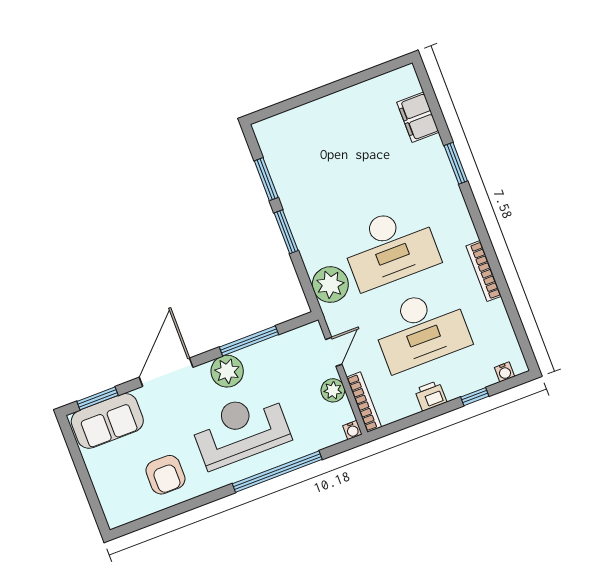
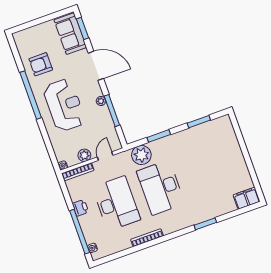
filing cabinet: (418, 117) -> (246, 198), moved
window: (286, 232) -> (159, 136), moved
desk: (421, 329) -> (116, 203), turned 180
door: (334, 352) -> (105, 156), swing flipped
plant: (227, 371) -> (101, 101), width x0.53, depth x0.53
window: (475, 397) -> (80, 232), width x3.17
window: (277, 472) -> (31, 95), moved

